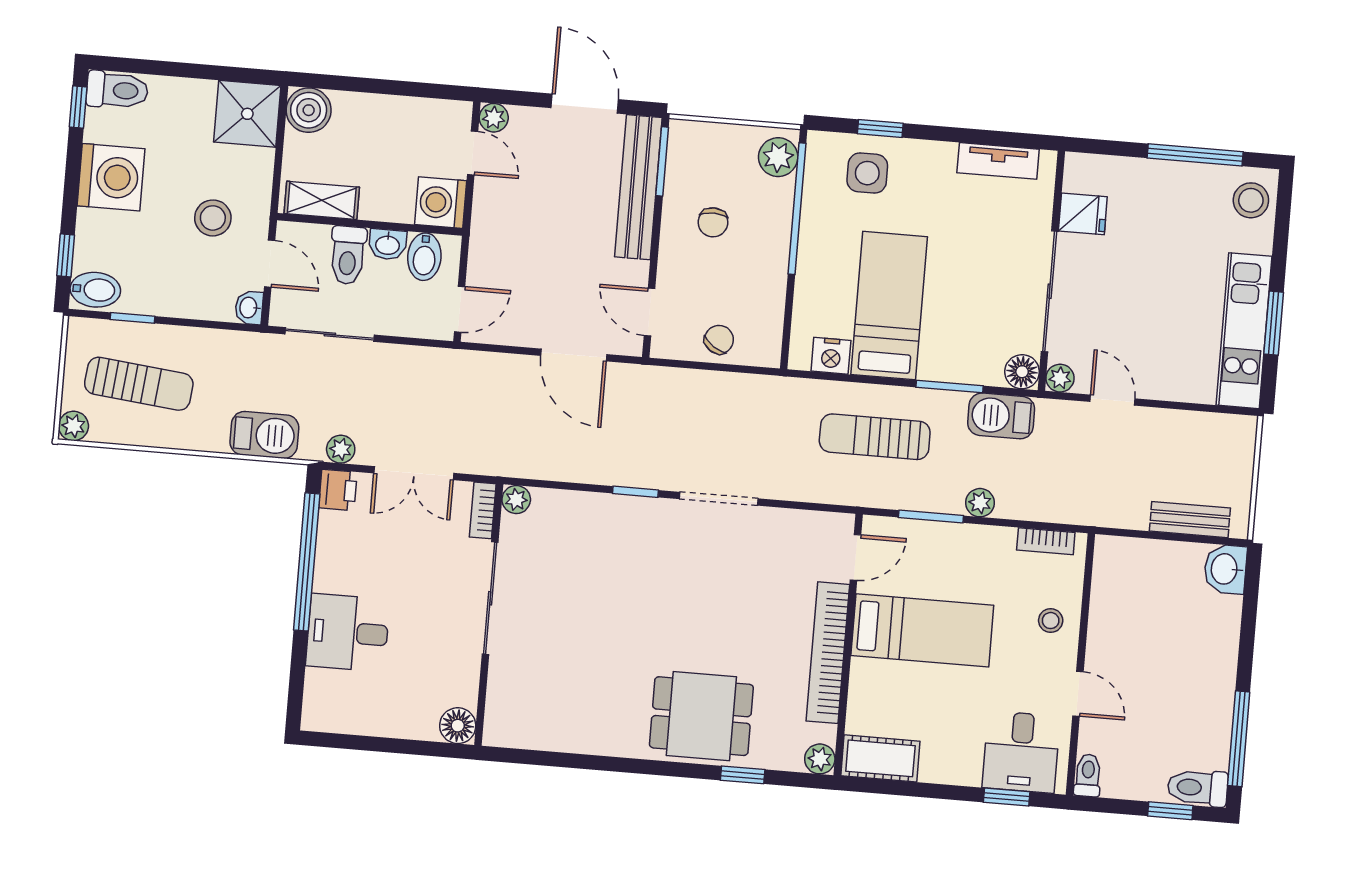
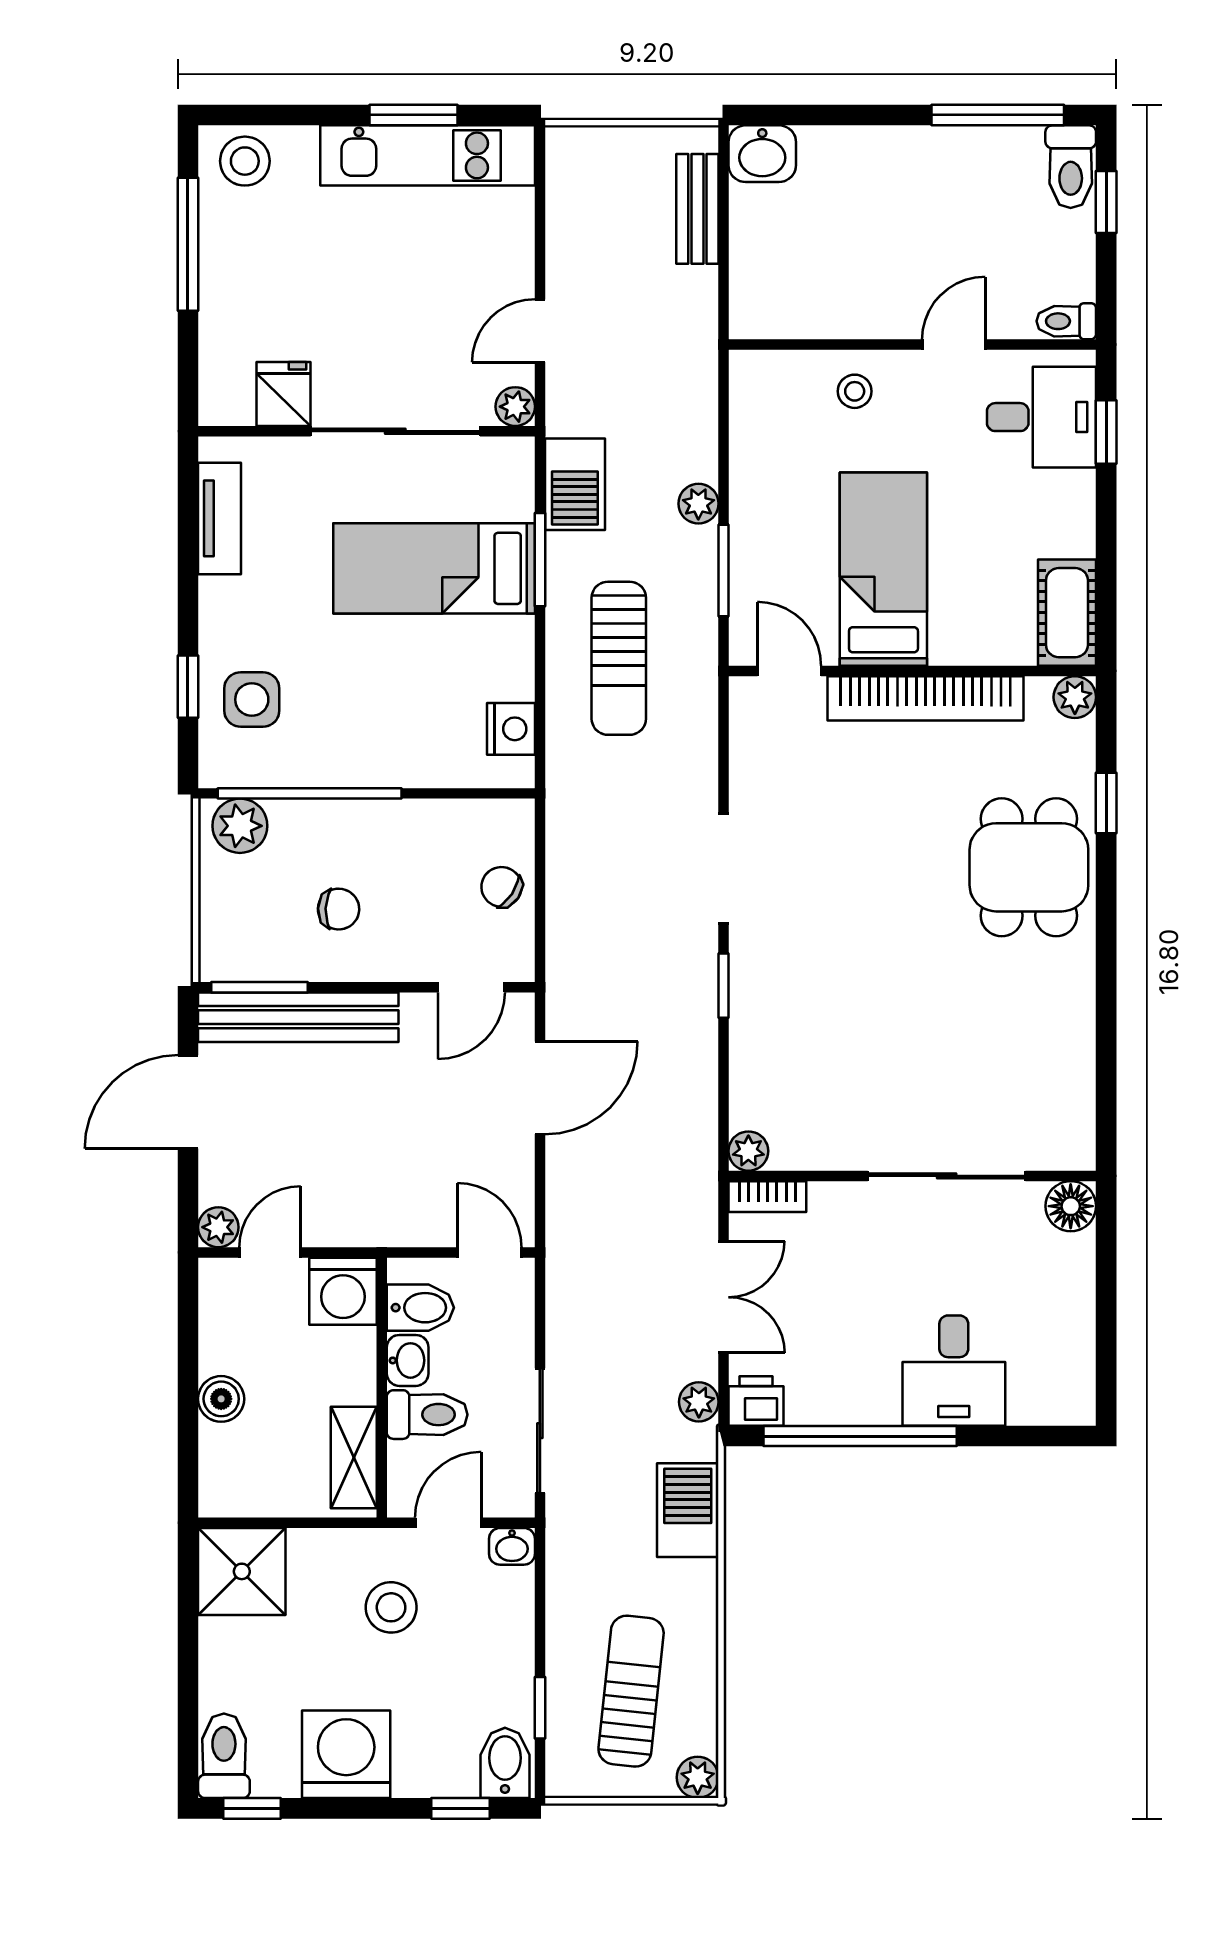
boiler: (309, 110) -> (221, 1399), moved, width x0.73, depth x0.73
bed: (889, 306) -> (434, 568), moved
floor lamp: (1022, 372) -> (511, 460), removed
bookcase: (1046, 541) -> (744, 407), removed
sliding door: (490, 598) -> (947, 1176), moved

